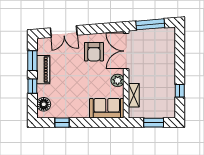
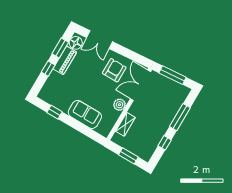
armchair: (94, 52) -> (114, 70), turned 180
window: (180, 59) -> (180, 117), added
floor lamp: (44, 104) -> (76, 43), moved
sofa: (107, 108) -> (85, 114), moved

